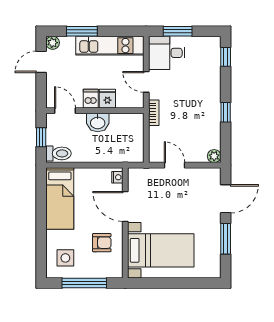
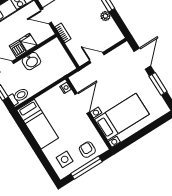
plant: (214, 156) -> (105, 16), moved
door: (125, 207) -> (82, 103), swing flipped
armchair: (102, 243) -> (87, 150), moved, turned -90

